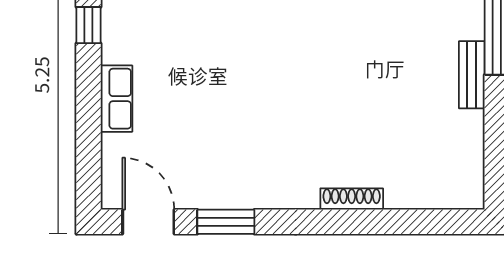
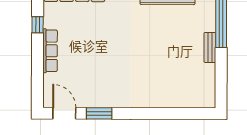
row of seats: (116, 99) -> (50, 51), width x1.48
shoe rack: (352, 199) -> (156, 103), removed

